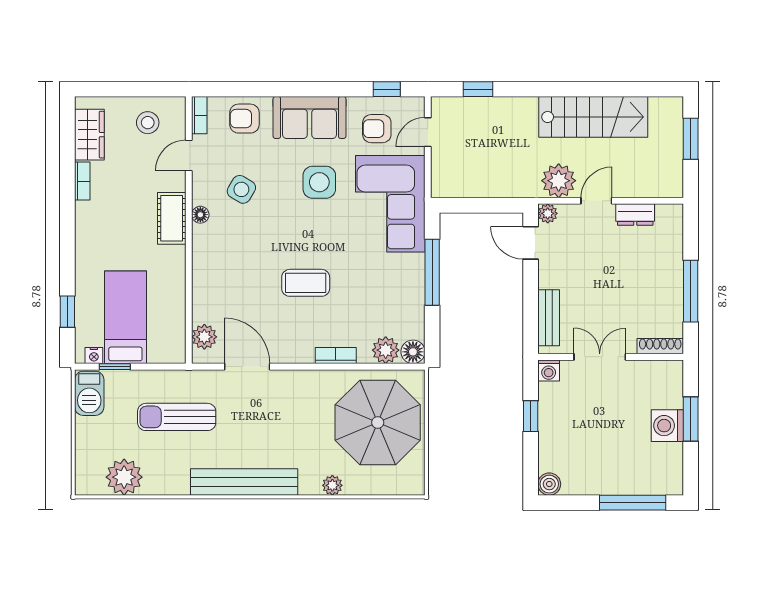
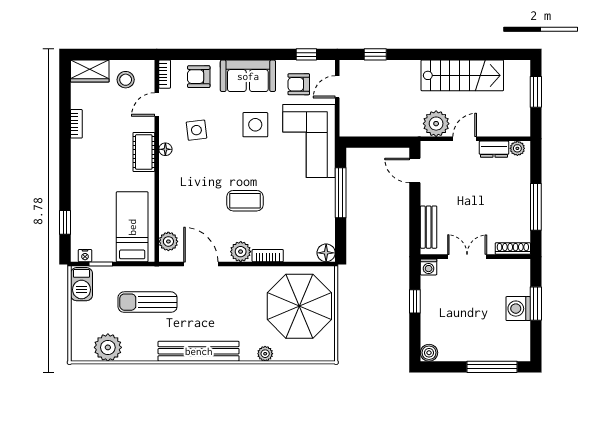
wardrobe: (89, 135) -> (90, 71), moved, turned 90
side table: (241, 189) -> (196, 130), turned -38
plant: (548, 213) -> (517, 148), moved
bed: (125, 317) -> (132, 227), moved
plant: (386, 350) -> (241, 252), moved

